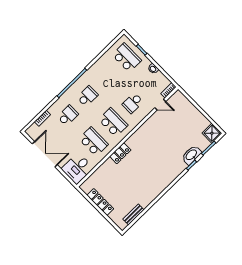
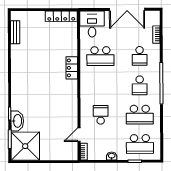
school desk: (113, 122) -> (140, 115), moved
shower: (212, 133) -> (25, 146), width x1.86, depth x1.86
locker: (100, 202) -> (61, 16), moved

